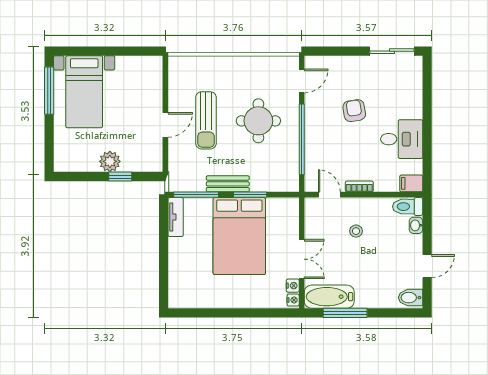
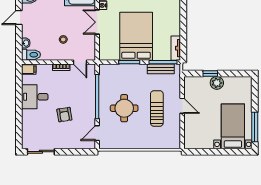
door: (165, 125) -> (182, 106), swing flipped
bench: (228, 184) -> (161, 69), moved

